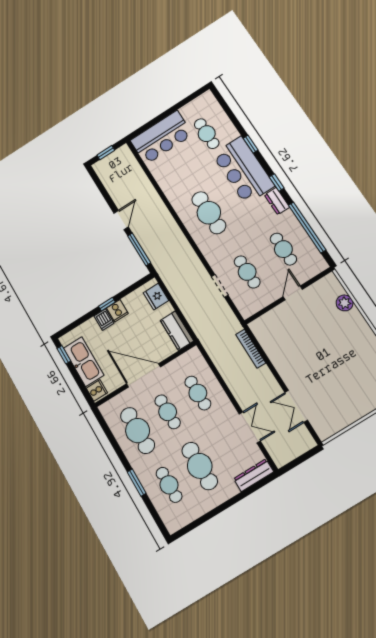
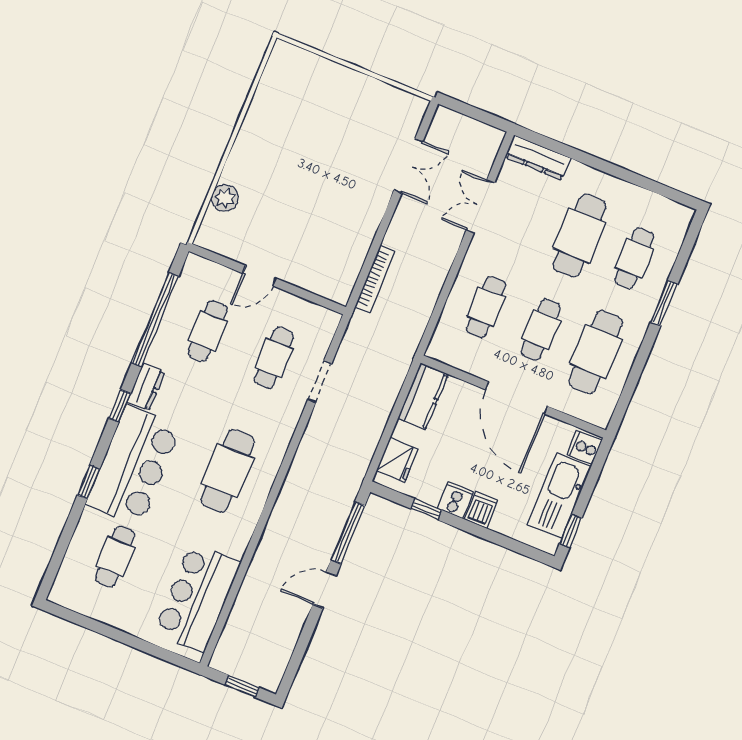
bar counter: (161, 138) -> (197, 597), moved, turned -90
window: (107, 304) -> (426, 509), moved

